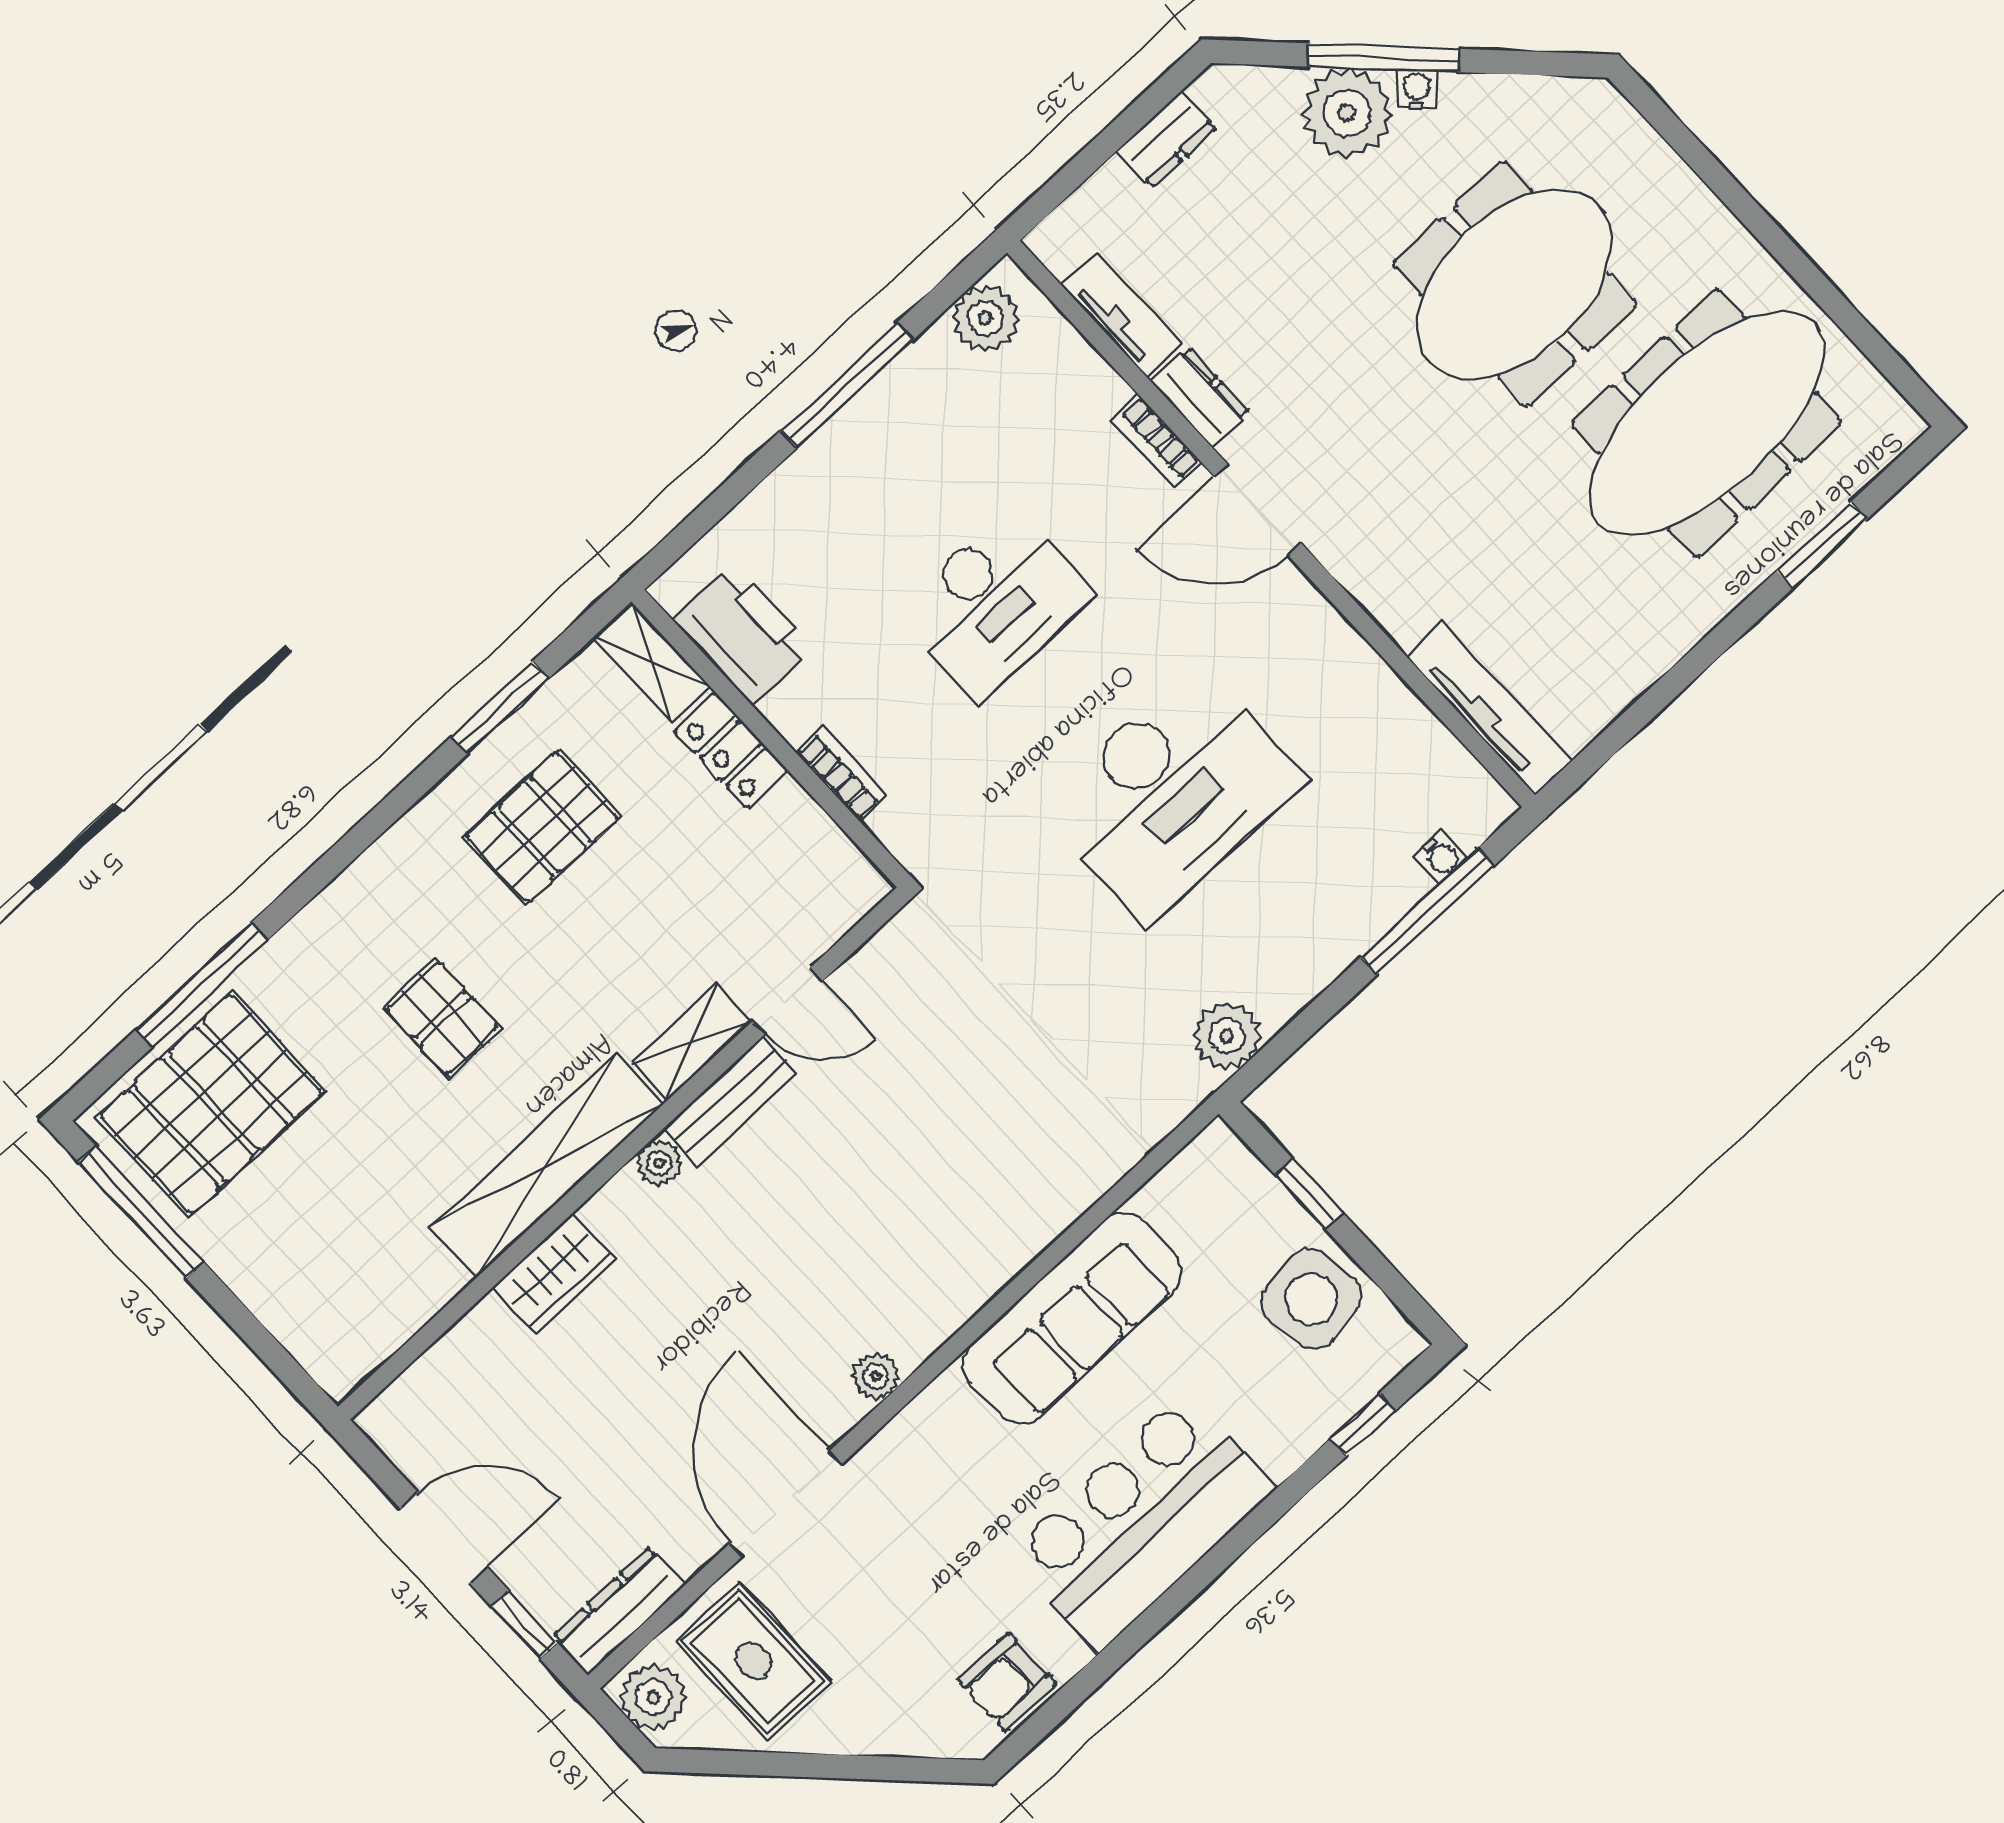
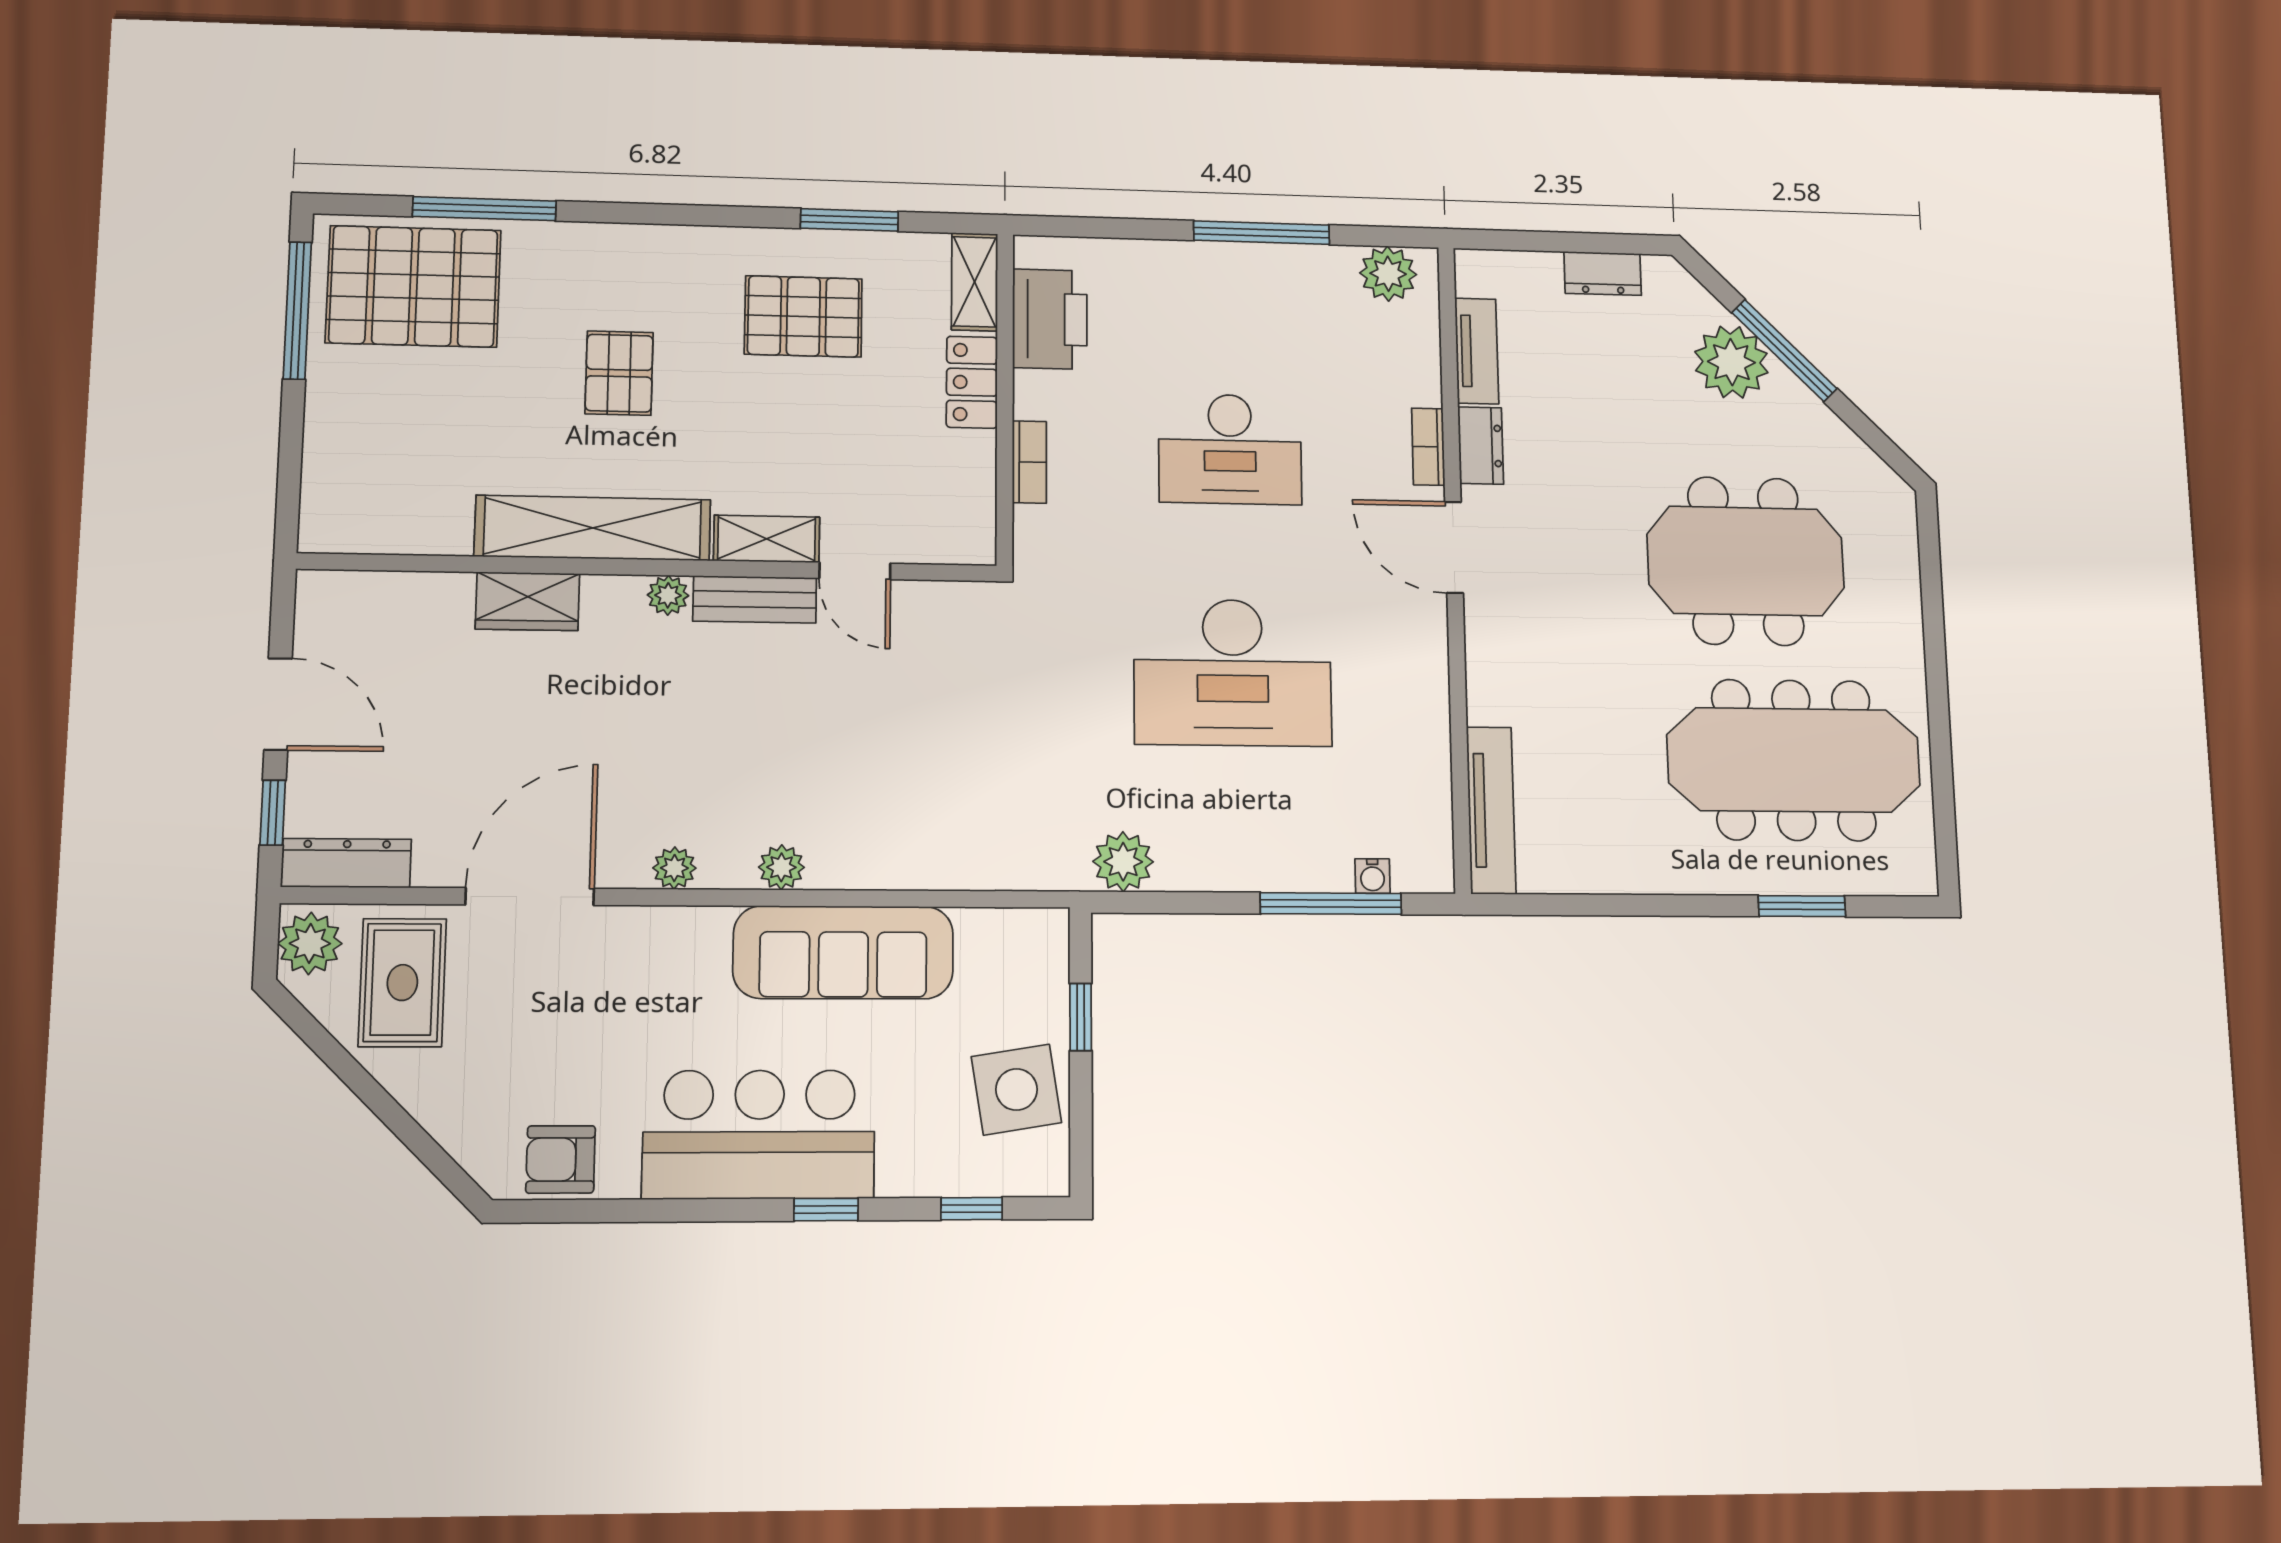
water cooler: (1417, 89) -> (1788, 388), removed
plant: (959, 1297) -> (781, 867), added
window: (1249, 1531) -> (826, 1209), added

